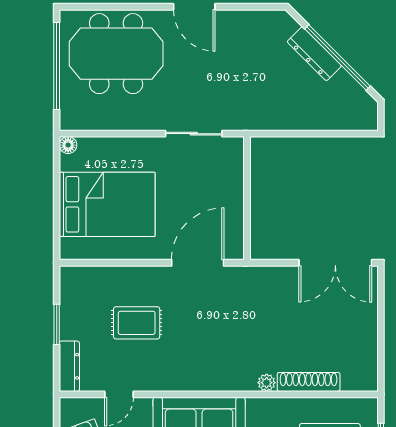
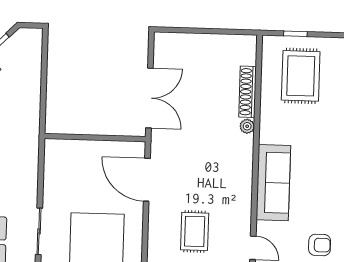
sliding door: (194, 134) -> (39, 231), moved
double door: (335, 263) -> (149, 98), moved

